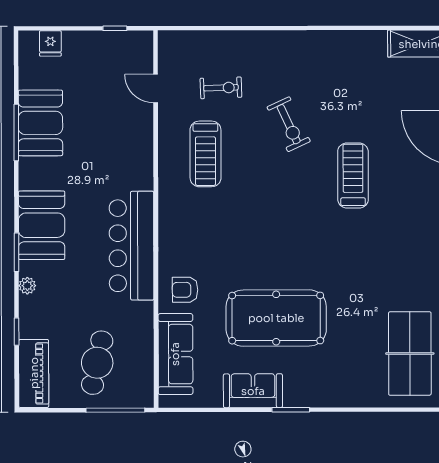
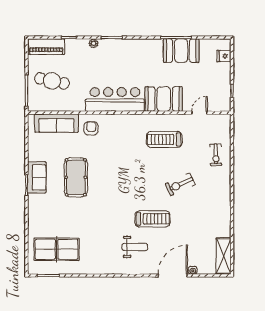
exercise bike: (221, 88) -> (216, 155), moved
weight bench: (405, 208) -> (135, 247), added
booth: (42, 225) -> (164, 99), moved
pool table: (276, 318) -> (76, 177), width x0.73, depth x0.76
sofa: (253, 391) -> (37, 177), moved

